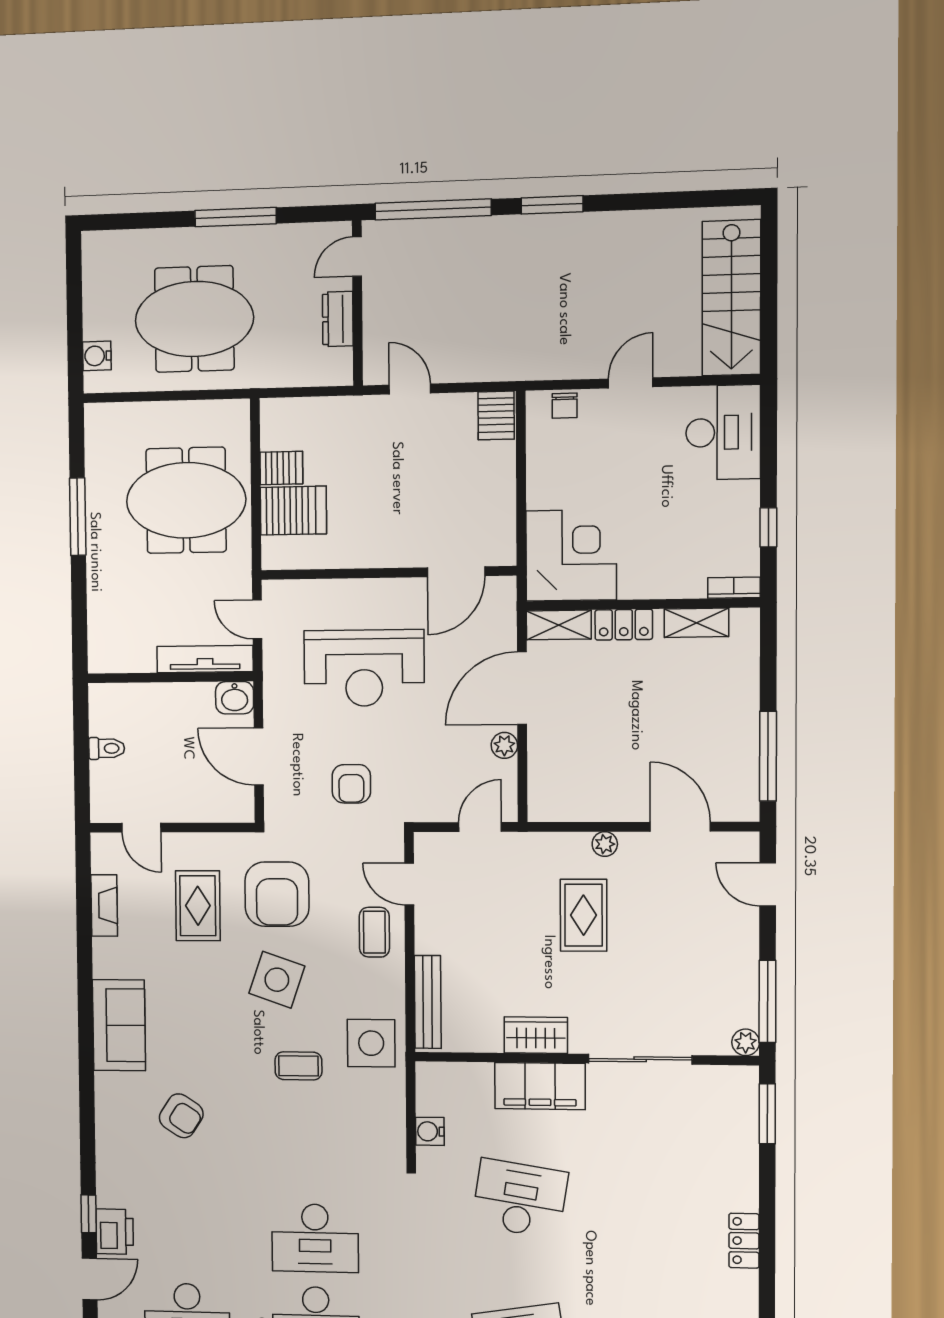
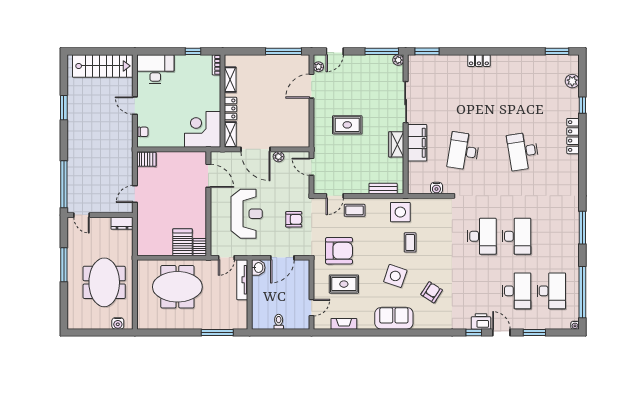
window: (552, 205) -> (64, 108), moved
dresser: (338, 319) -> (122, 223), moved
server rack: (281, 468) -> (200, 247), moved
meeting table: (186, 500) -> (177, 287), turned 90
window: (78, 517) -> (217, 333), moved
plant: (605, 844) -> (318, 67), moved
side table: (277, 980) -> (395, 276), moved
bench: (428, 1002) -> (383, 189), width x0.73

